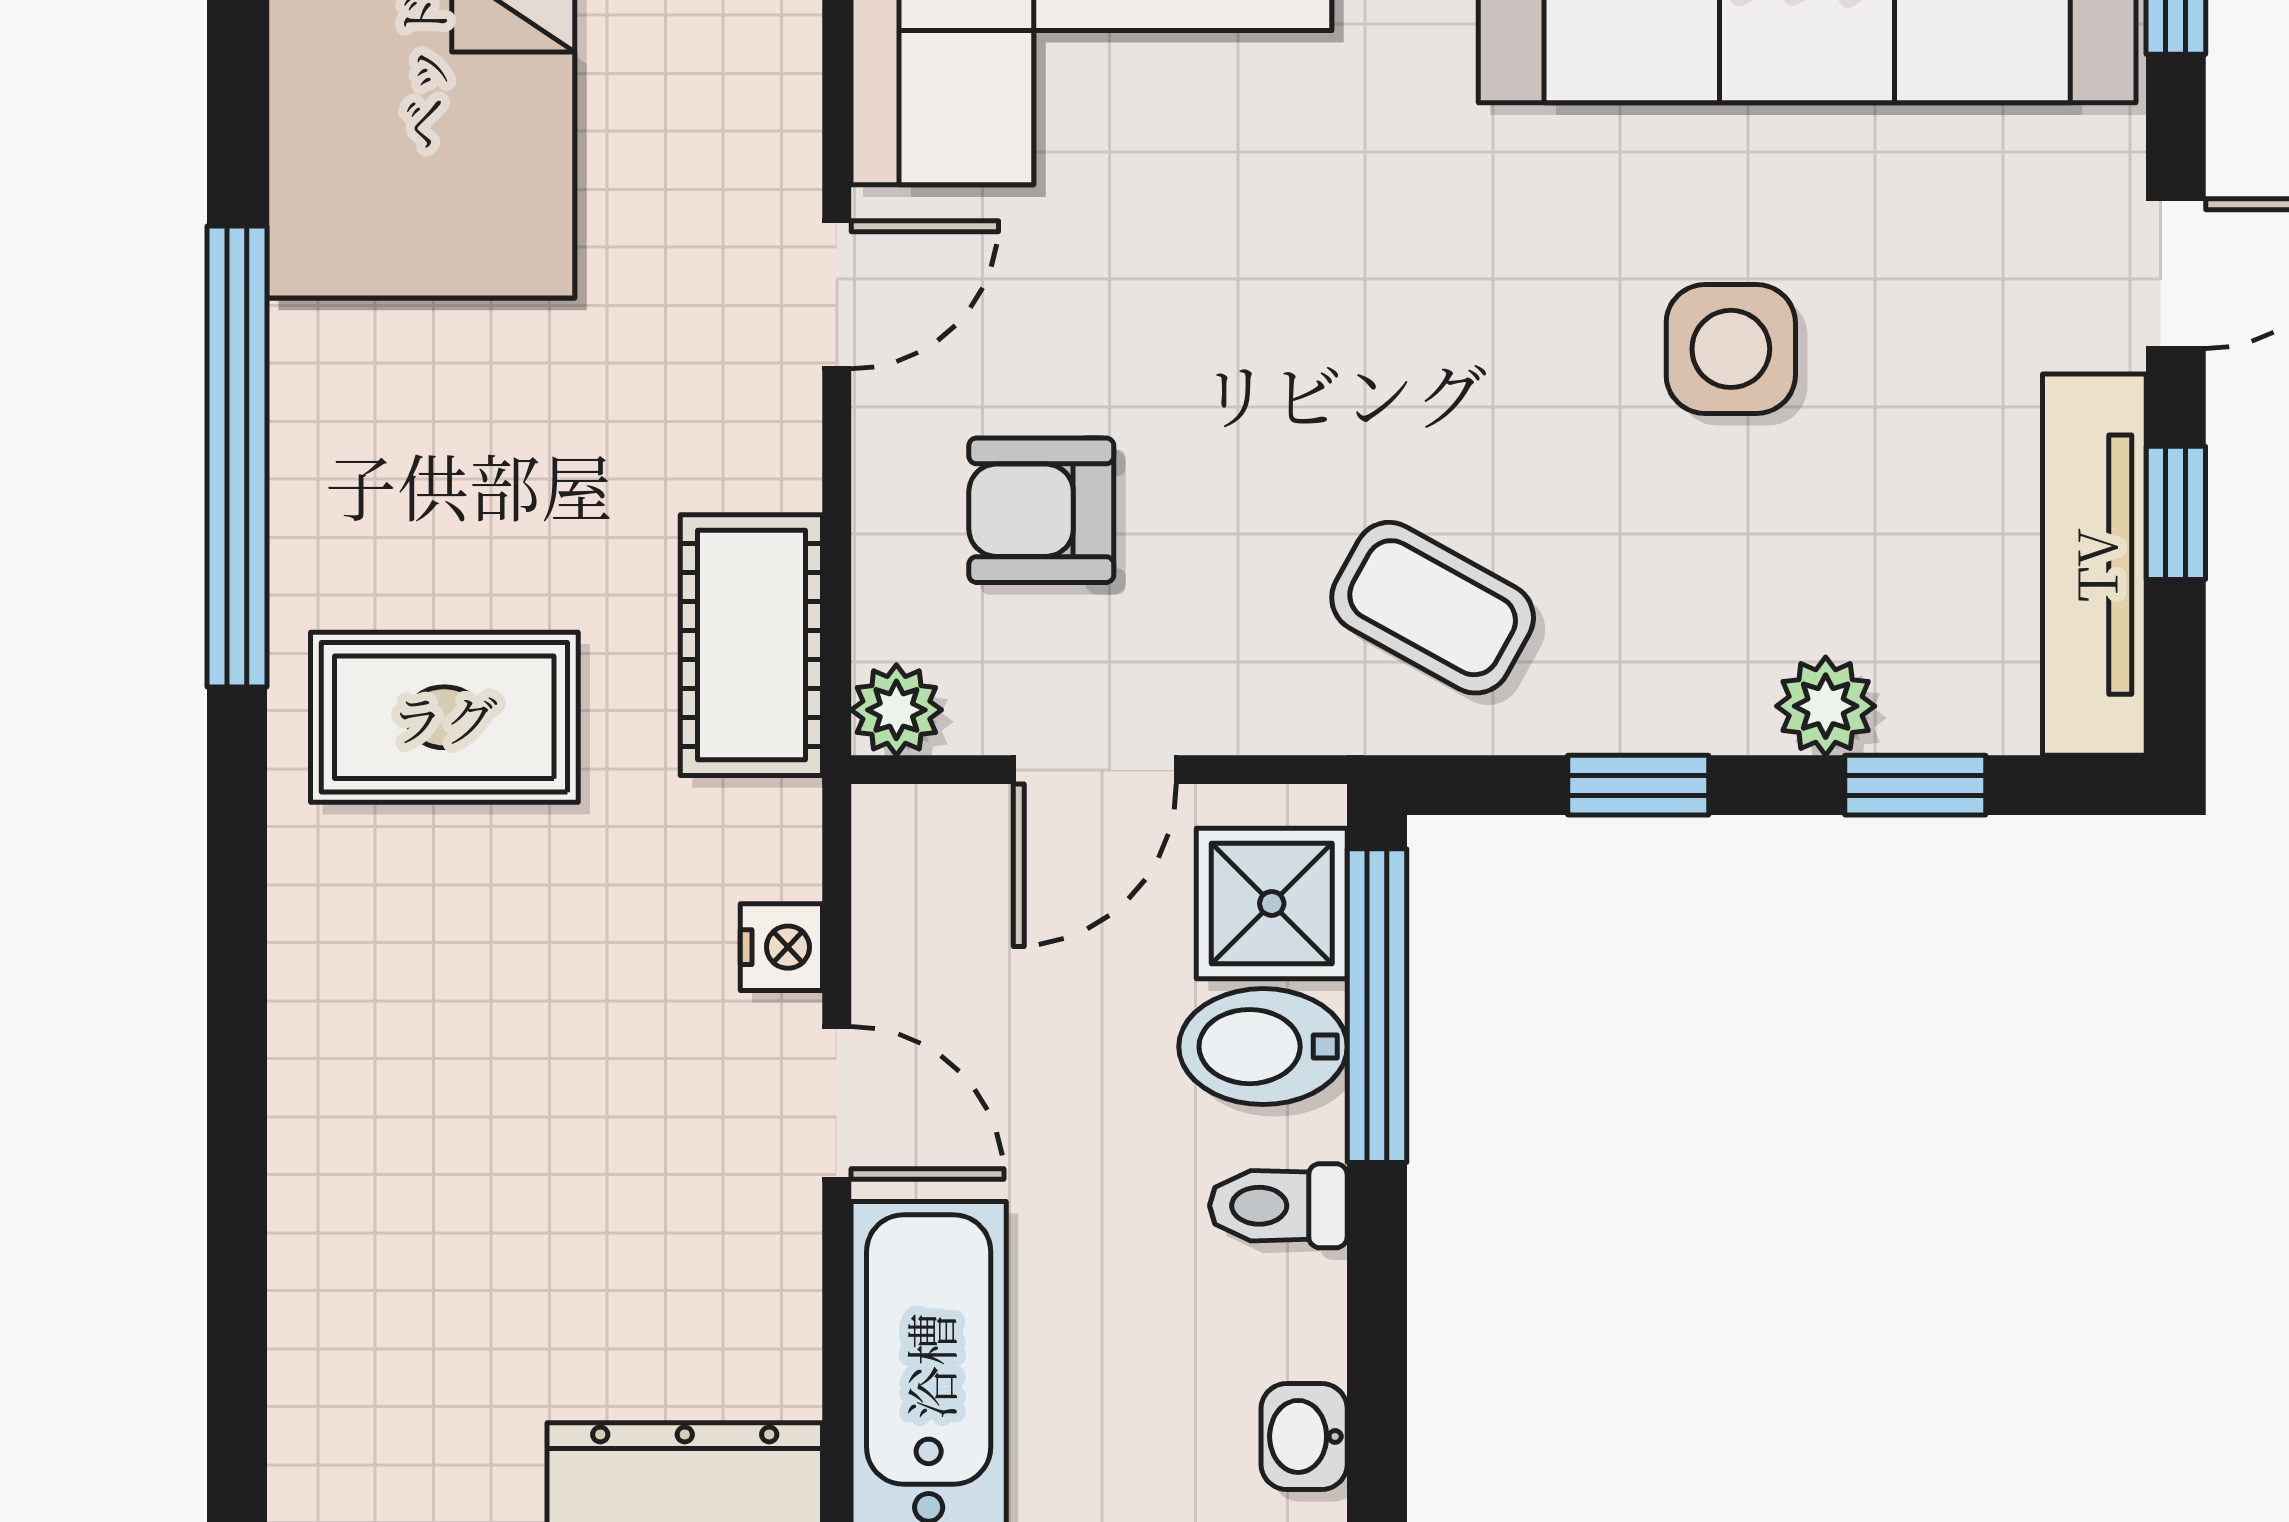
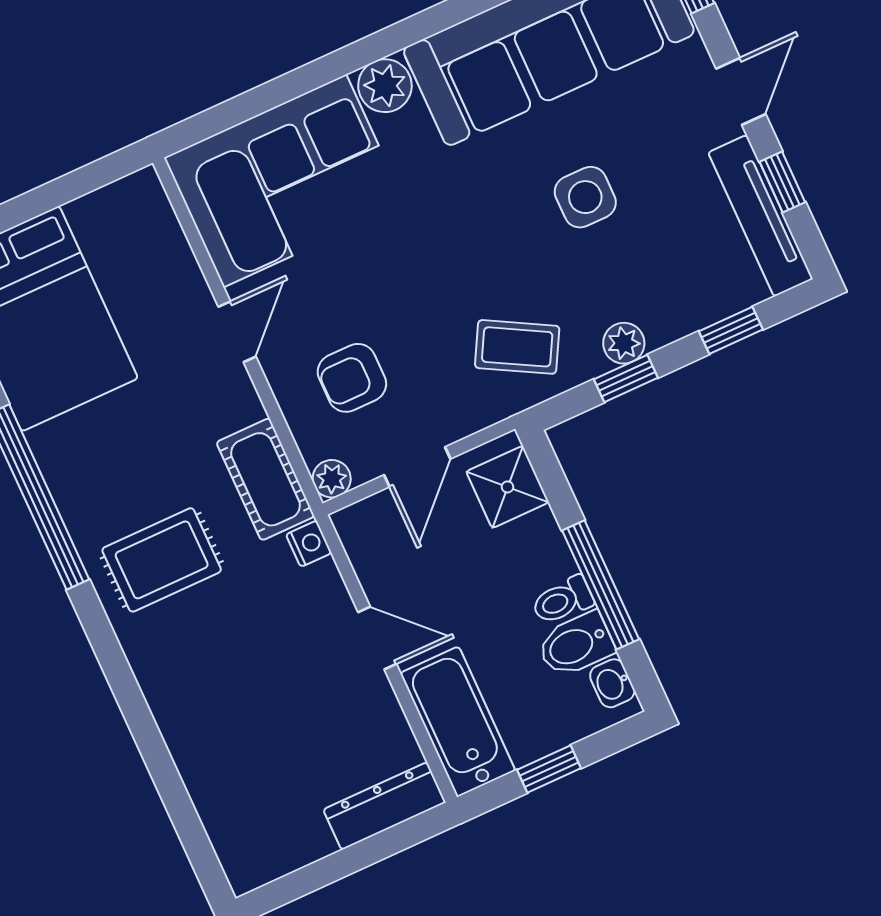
plant: (1826, 706) -> (624, 343), moved
nightstand: (781, 947) -> (309, 544), moved
window: (1377, 1006) -> (601, 585), moved
bidet: (1263, 1047) -> (576, 645), moved

